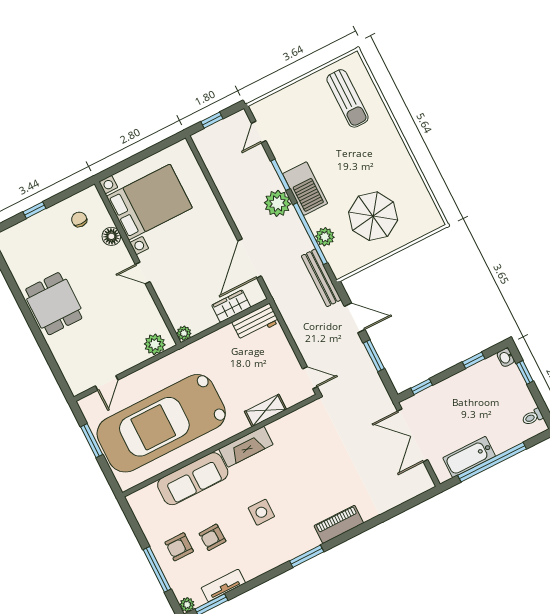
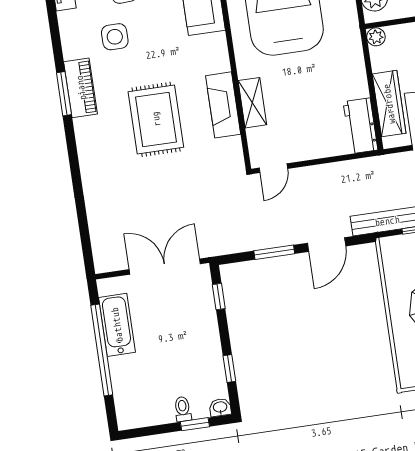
wardrobe: (231, 306) -> (389, 104), width x1.50
toilet: (532, 417) -> (183, 409), moved
fireplace: (246, 447) -> (223, 105), moved
rug: (303, 480) -> (156, 119), added
side table: (261, 512) -> (115, 37), moved
piano: (339, 524) -> (81, 88), moved

